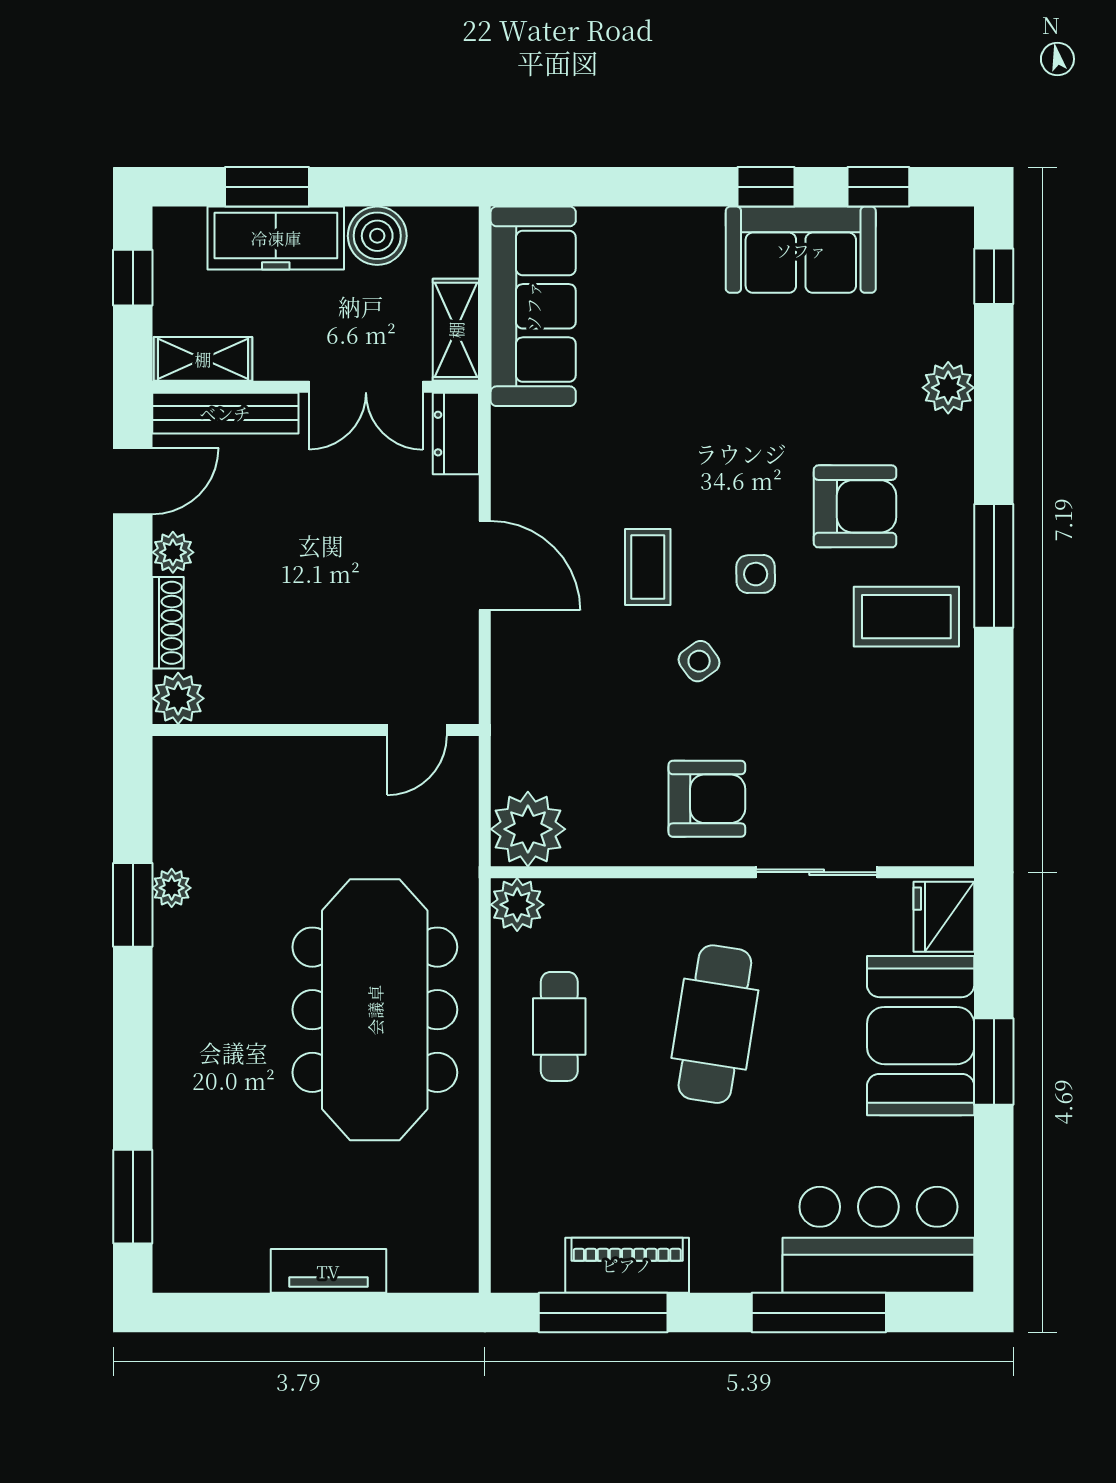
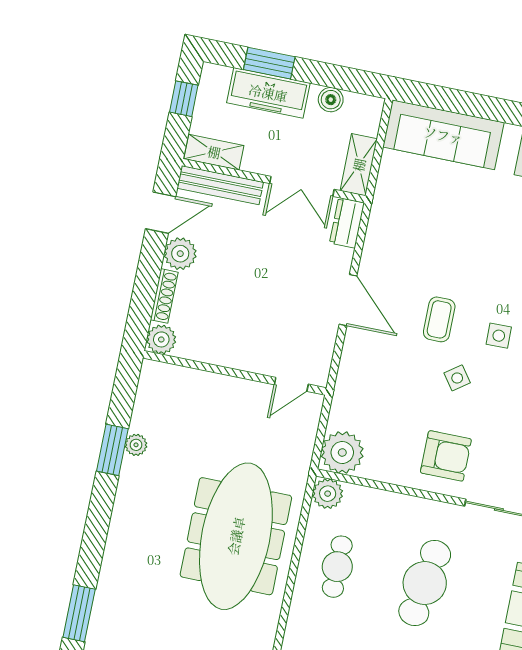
boiler: (377, 236) -> (331, 100), width x0.73, depth x0.73
sofa: (533, 306) -> (443, 135), moved, turned 90
plant: (173, 552) -> (180, 254), width x1.38, depth x1.38

